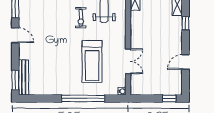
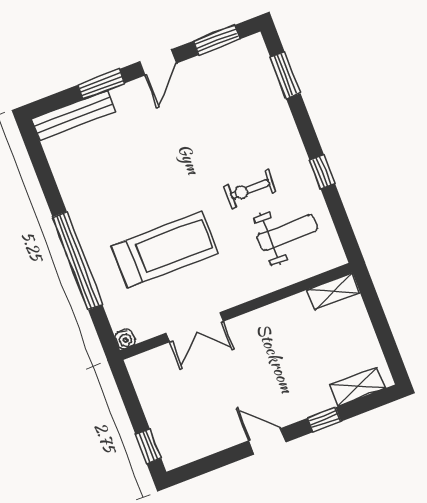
treadmill: (92, 61) -> (165, 250), turned 180
door: (185, 62) -> (267, 441), moved
window: (15, 80) -> (101, 84), moved

